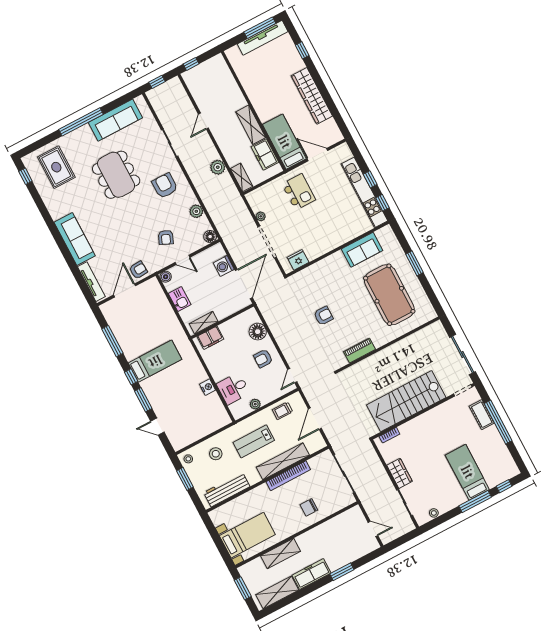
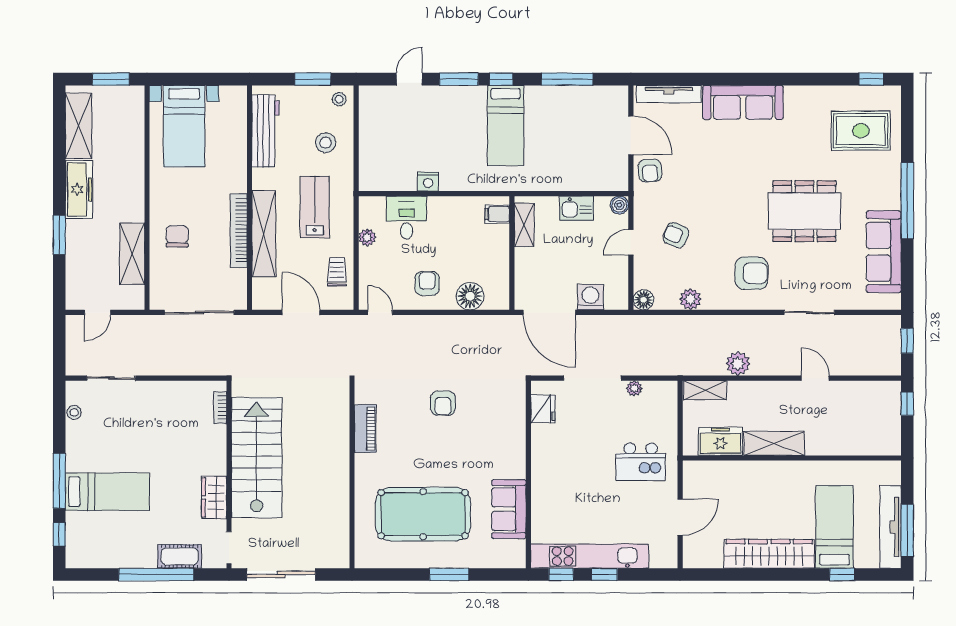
bed: (284, 142) -> (834, 527), moved, turned -90
filing cabinet: (210, 338) -> (497, 214), width x0.50
wardrobe: (400, 473) -> (214, 497), moved, turned 90
shelving: (281, 554) -> (132, 254), moved

